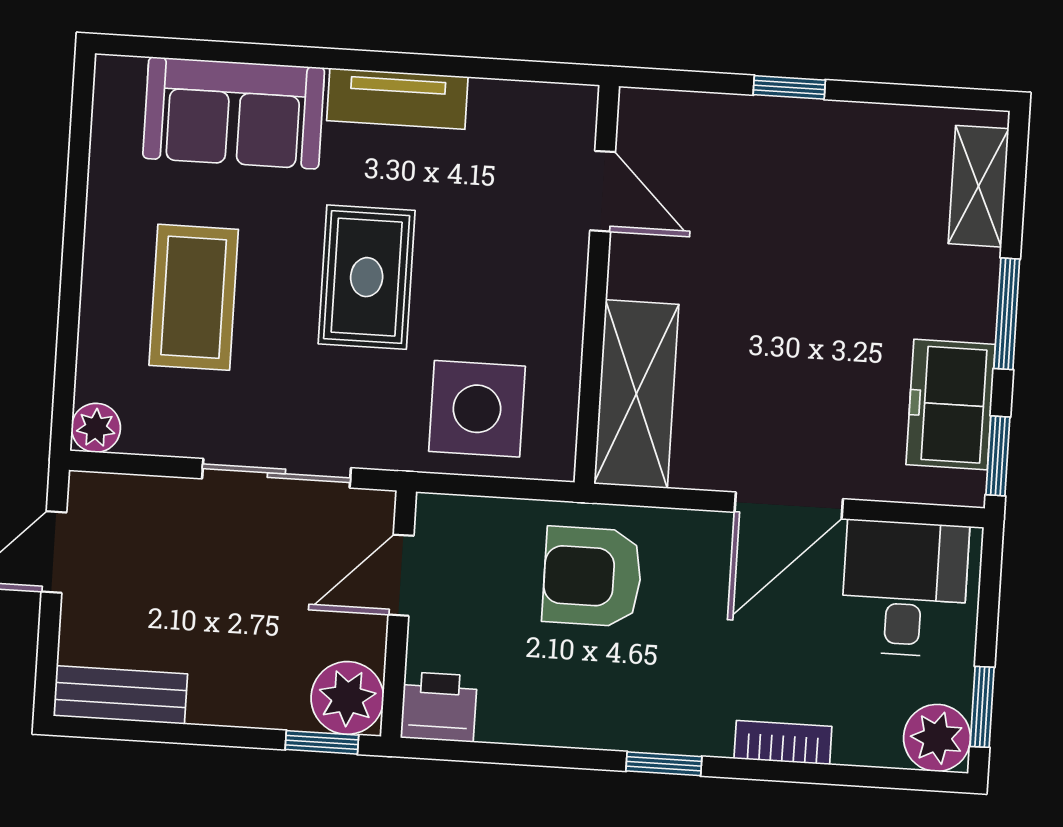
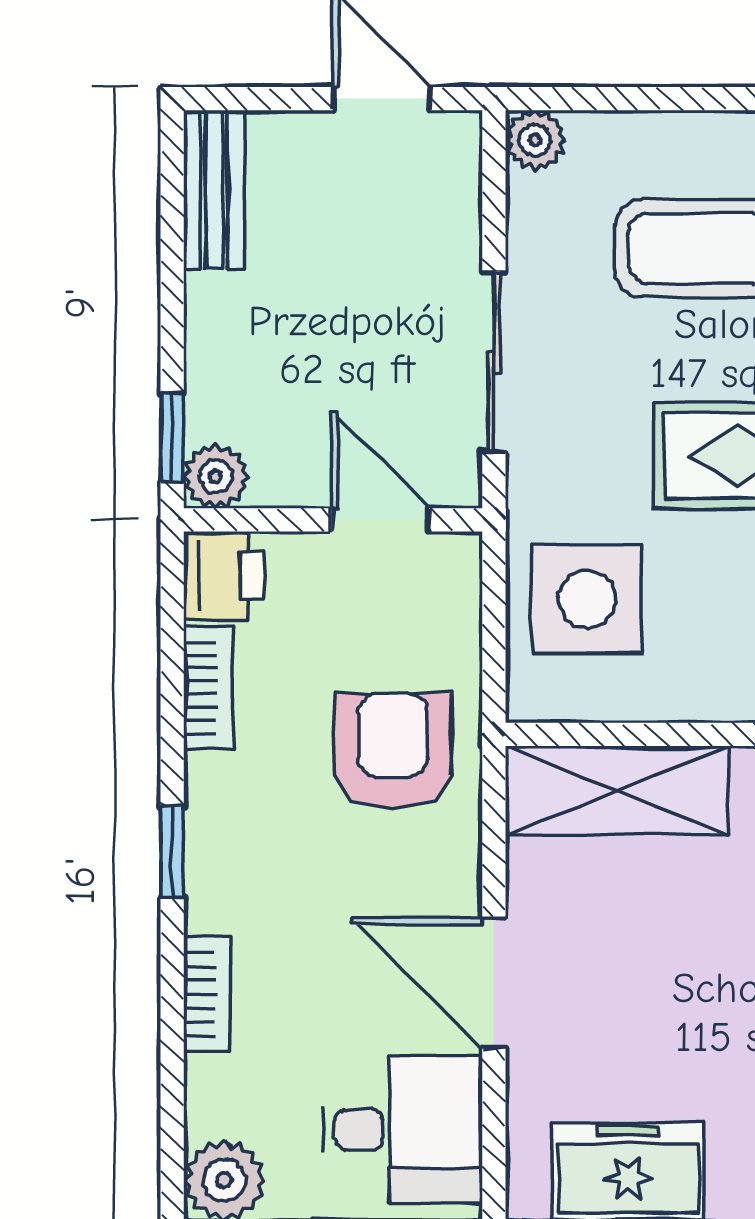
plant: (347, 698) -> (216, 476), width x0.73, depth x0.73
bookcase: (530, 726) -> (208, 688), added

